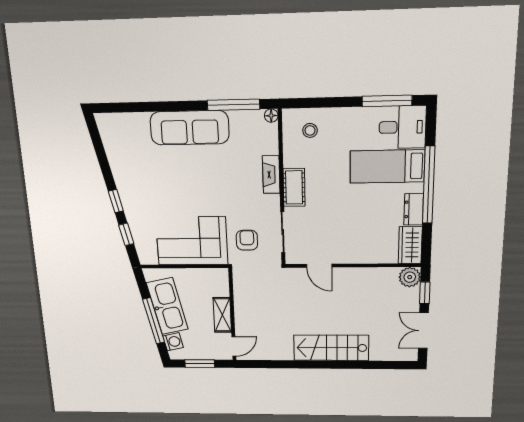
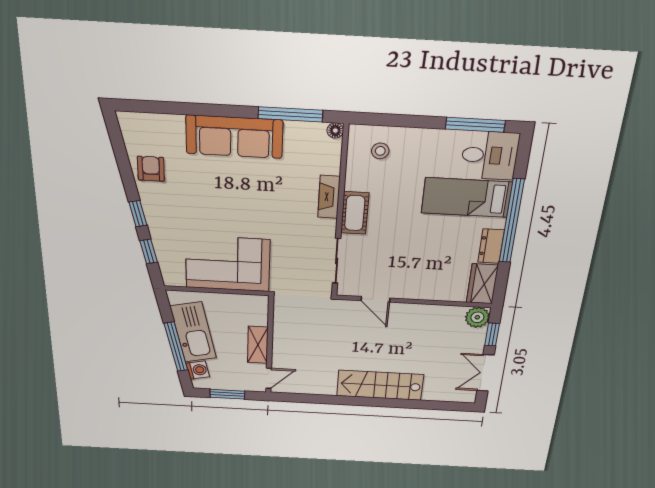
armchair: (247, 240) -> (151, 169), moved

